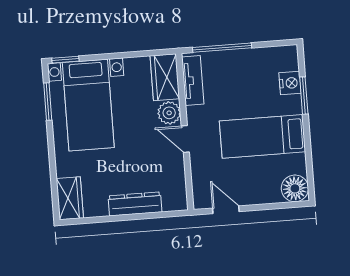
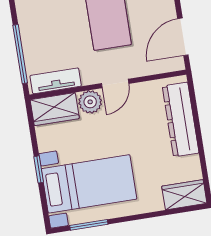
window: (65, 60) -> (39, 169), moved
dresser: (135, 204) -> (181, 120), width x1.37, depth x1.24
door: (226, 210) -> (183, 37), width x1.37

